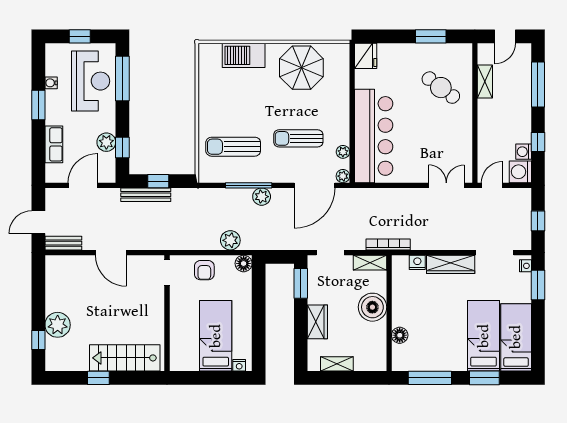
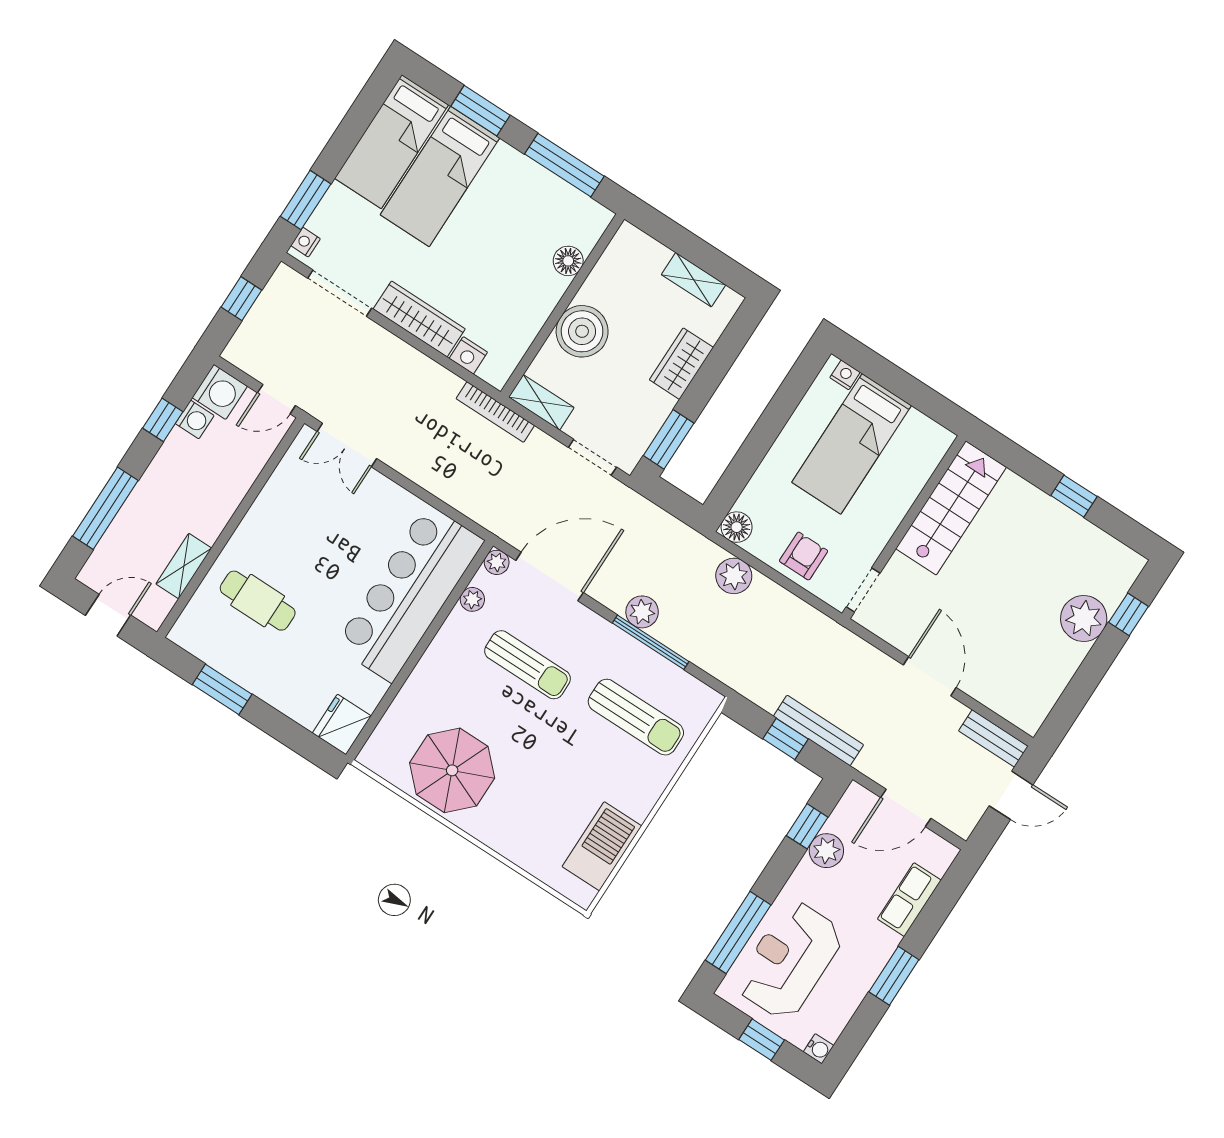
barbecue: (244, 55) -> (602, 846), moved, turned -90
water cooler: (51, 83) -> (819, 1049), moved
cafe table: (441, 88) -> (258, 601), turned -37
stairs: (125, 358) -> (951, 508), moved, turned -90

